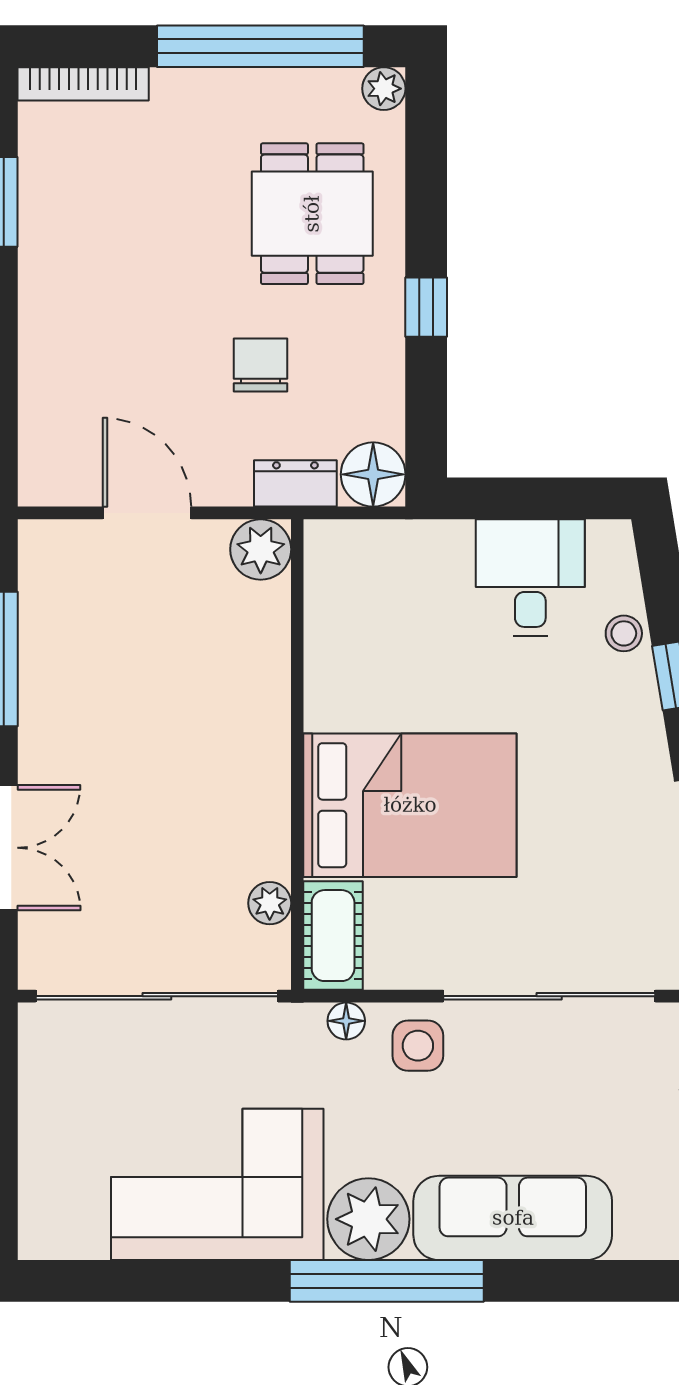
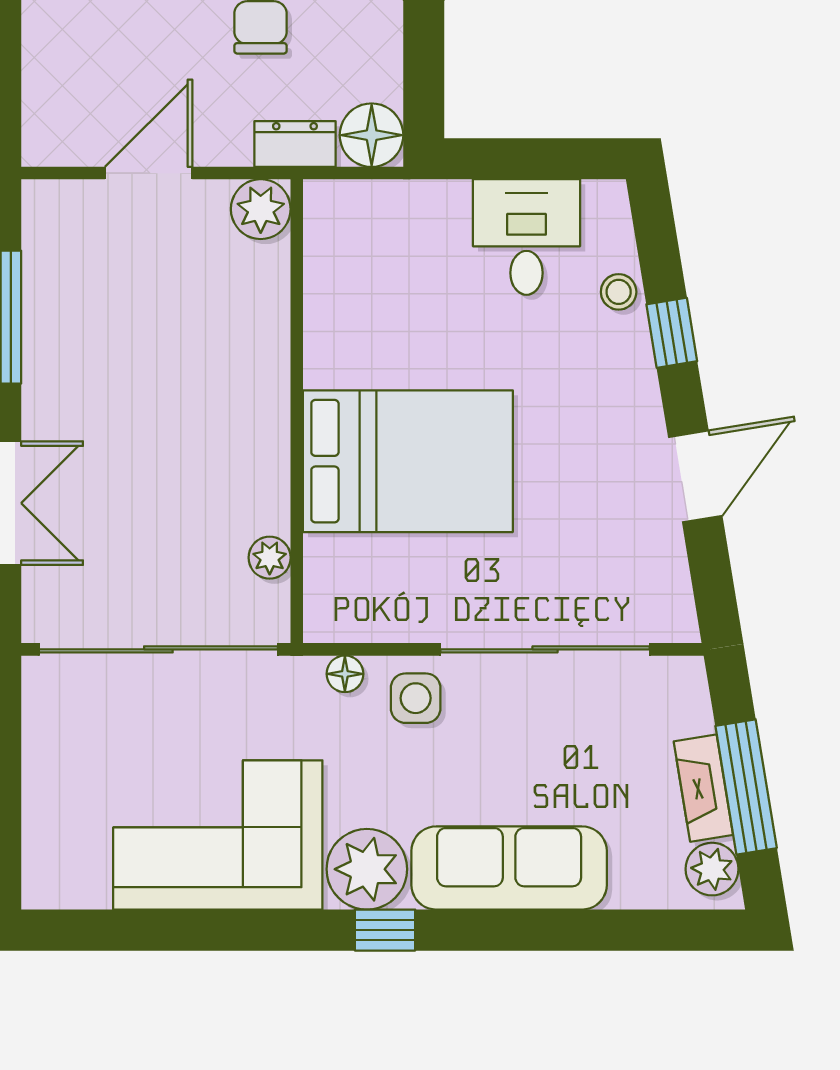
door: (147, 513) -> (149, 173), hinge flipped
cot: (333, 936) -> (332, 590), removed
window: (387, 1281) -> (385, 930), width x0.32

